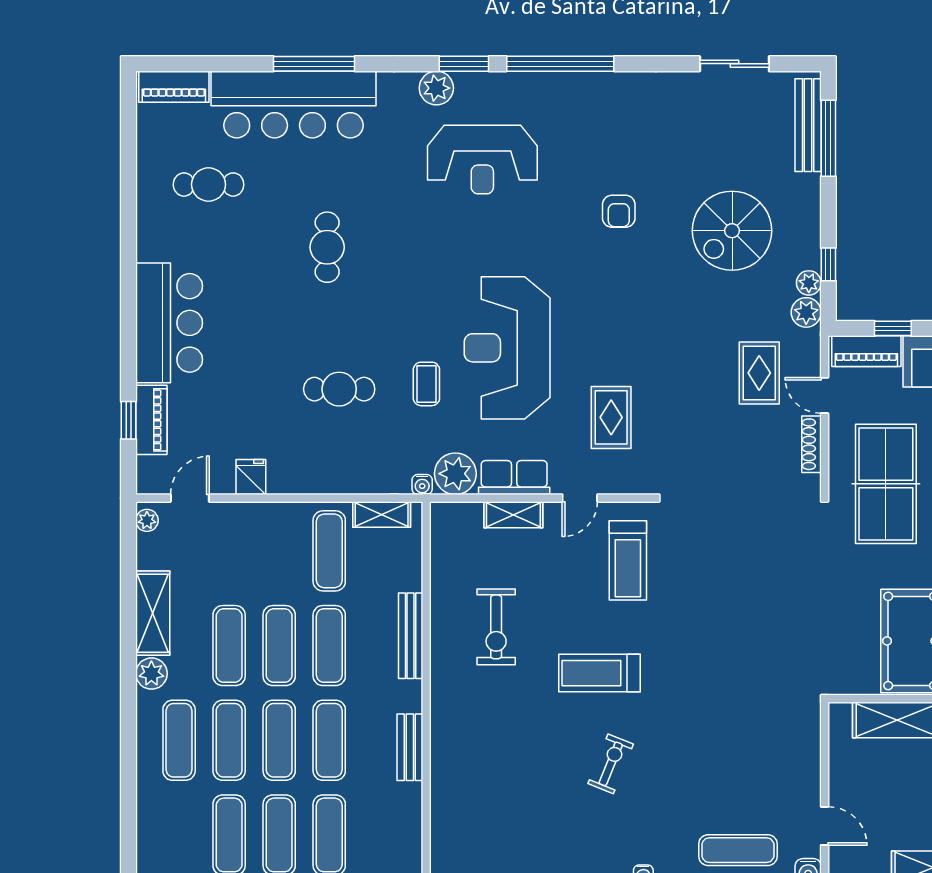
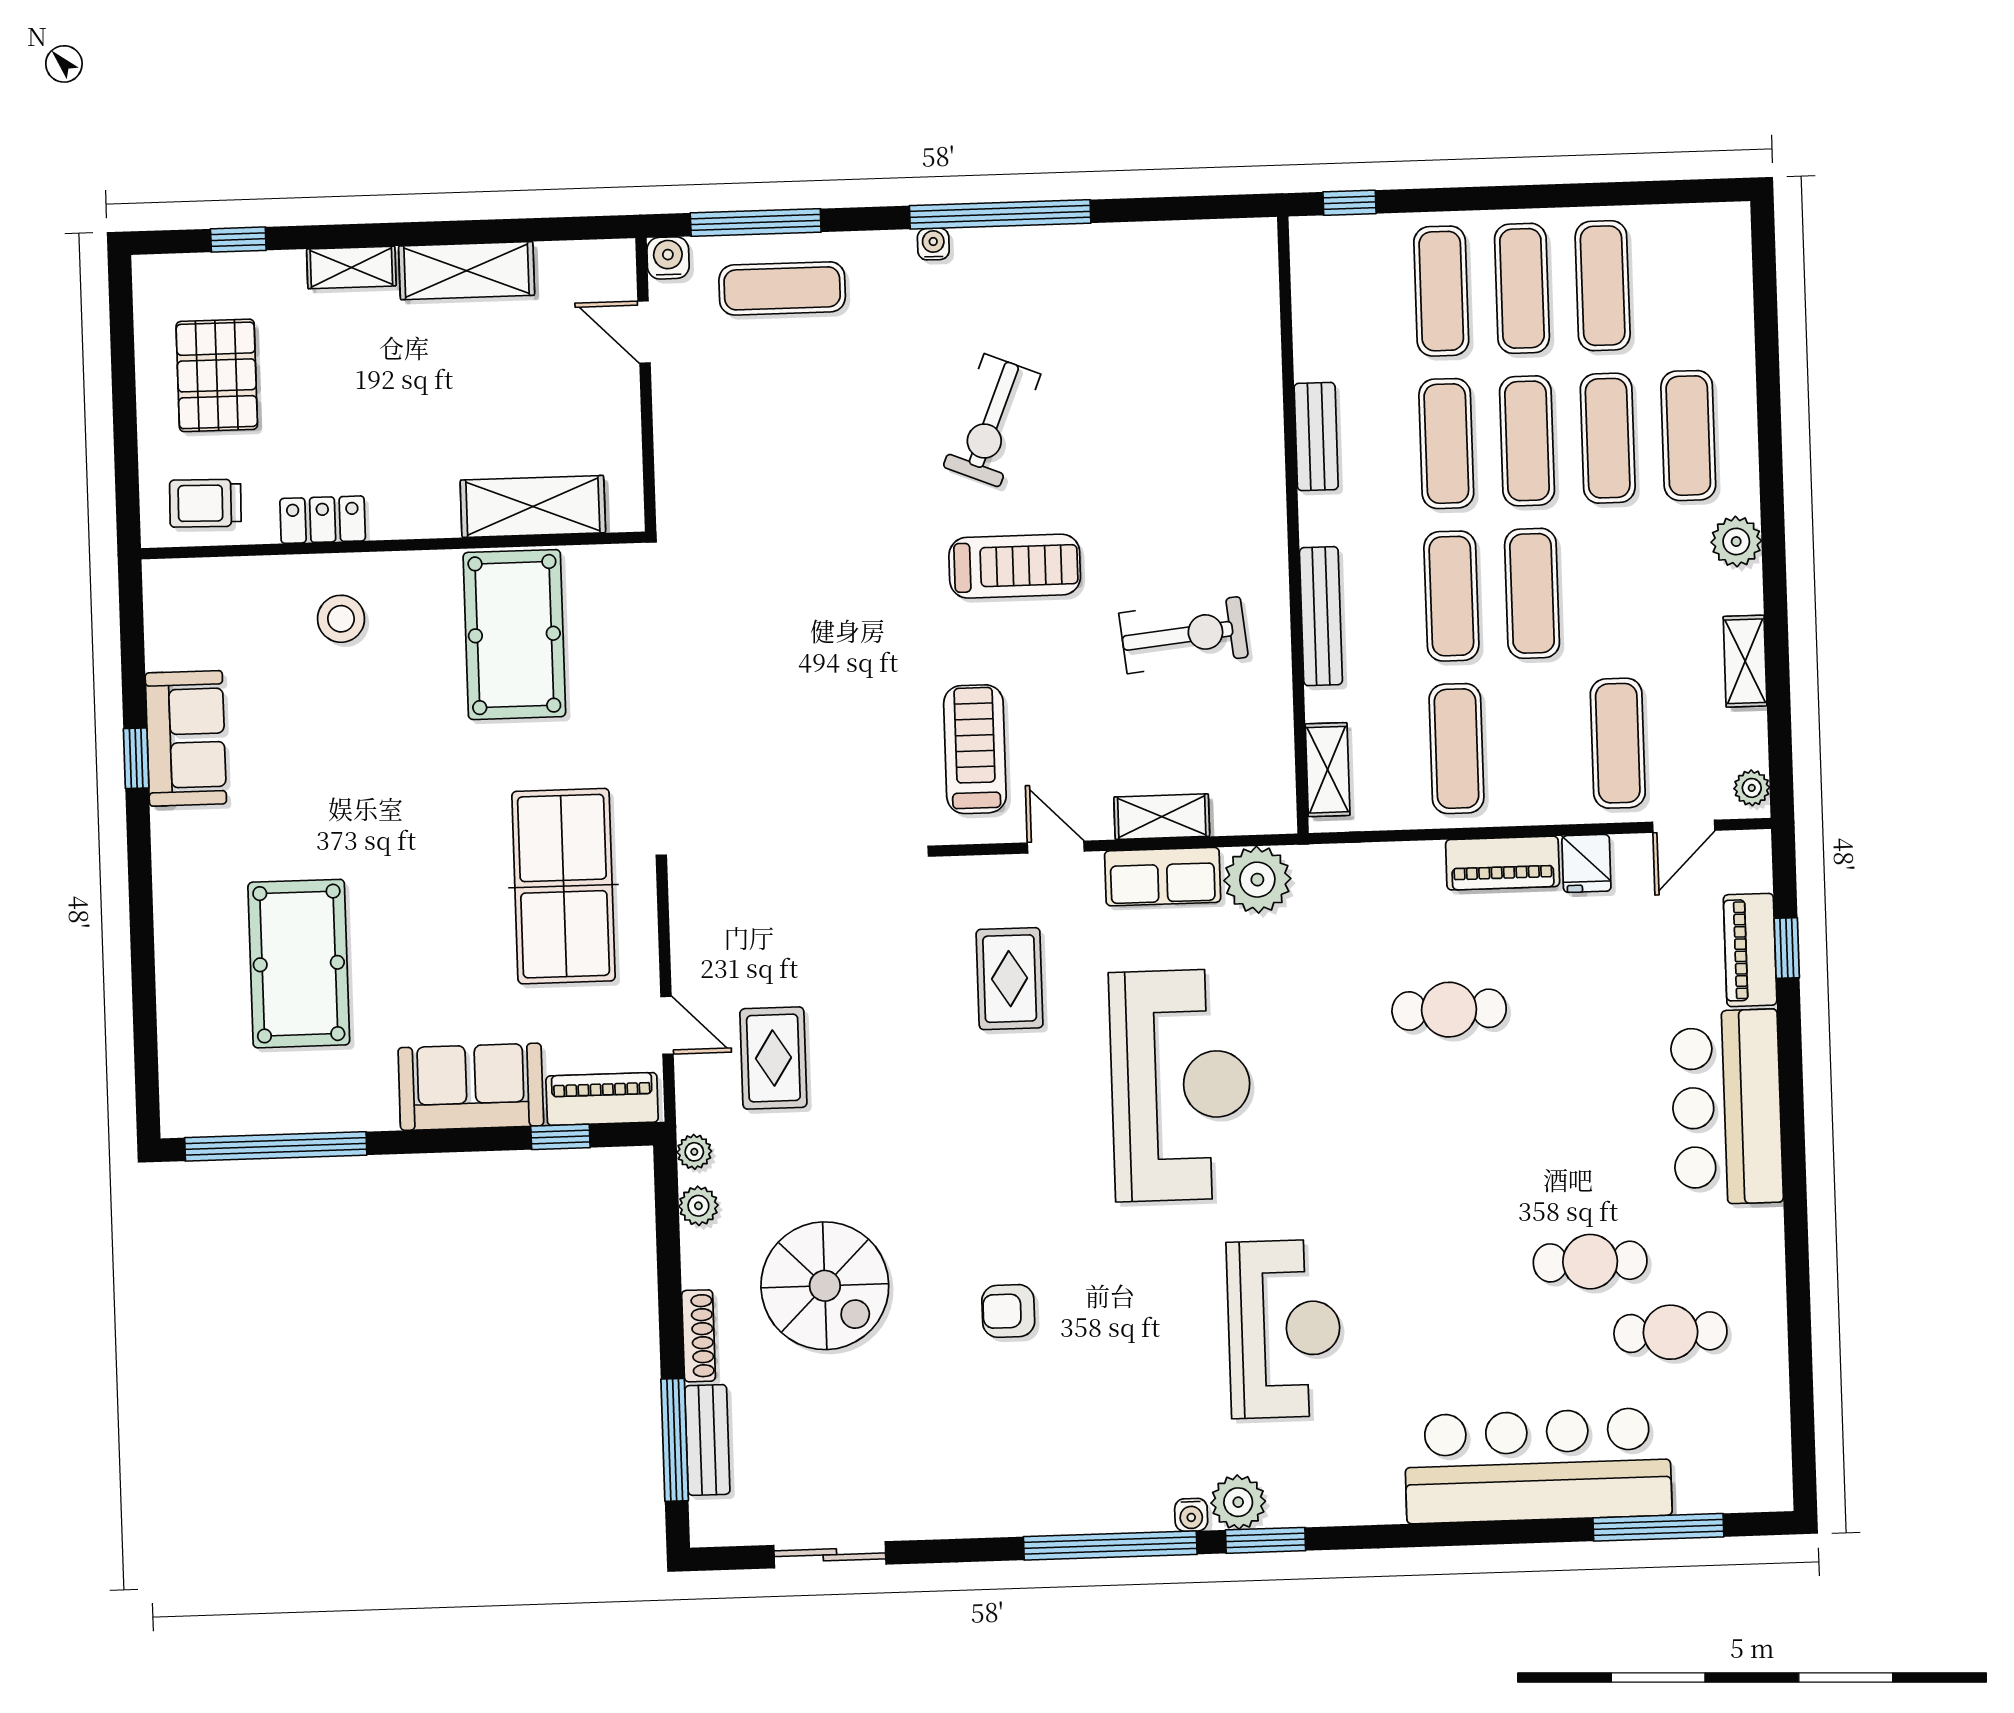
window: (314, 64) -> (1658, 1527), moved
piano: (174, 87) -> (1503, 863), moved, turned 180
plant: (436, 88) -> (1238, 1502), moved
bench: (808, 125) -> (707, 1440), width x0.73
reception desk: (482, 159) -> (1284, 1329), moved, turned 90
armchair: (619, 211) -> (1008, 1311), turned -90
spiral stairs: (732, 231) -> (825, 1286), turned 90
cafe table: (327, 247) -> (1590, 1262), moved, turned 90
window: (828, 264) -> (668, 1237), removed
plant: (806, 312) -> (694, 1152), width x0.73, depth x0.73
coffee table: (426, 384) -> (1309, 1023), removed
shoe rack: (811, 444) -> (698, 1336), moved
water cooler: (422, 484) -> (1191, 1515), moved, turned 180
door: (580, 498) -> (1056, 847), hinge flipped
shelving: (382, 514) -> (1328, 770), moved, turned 90
shelving: (153, 613) -> (1745, 661), width x0.67, depth x0.75
exercise bike: (496, 627) -> (1184, 635), turned 84
exercise mat: (229, 646) -> (1618, 743), moved
exercise bike: (611, 764) -> (992, 421), width x1.38, depth x1.39

